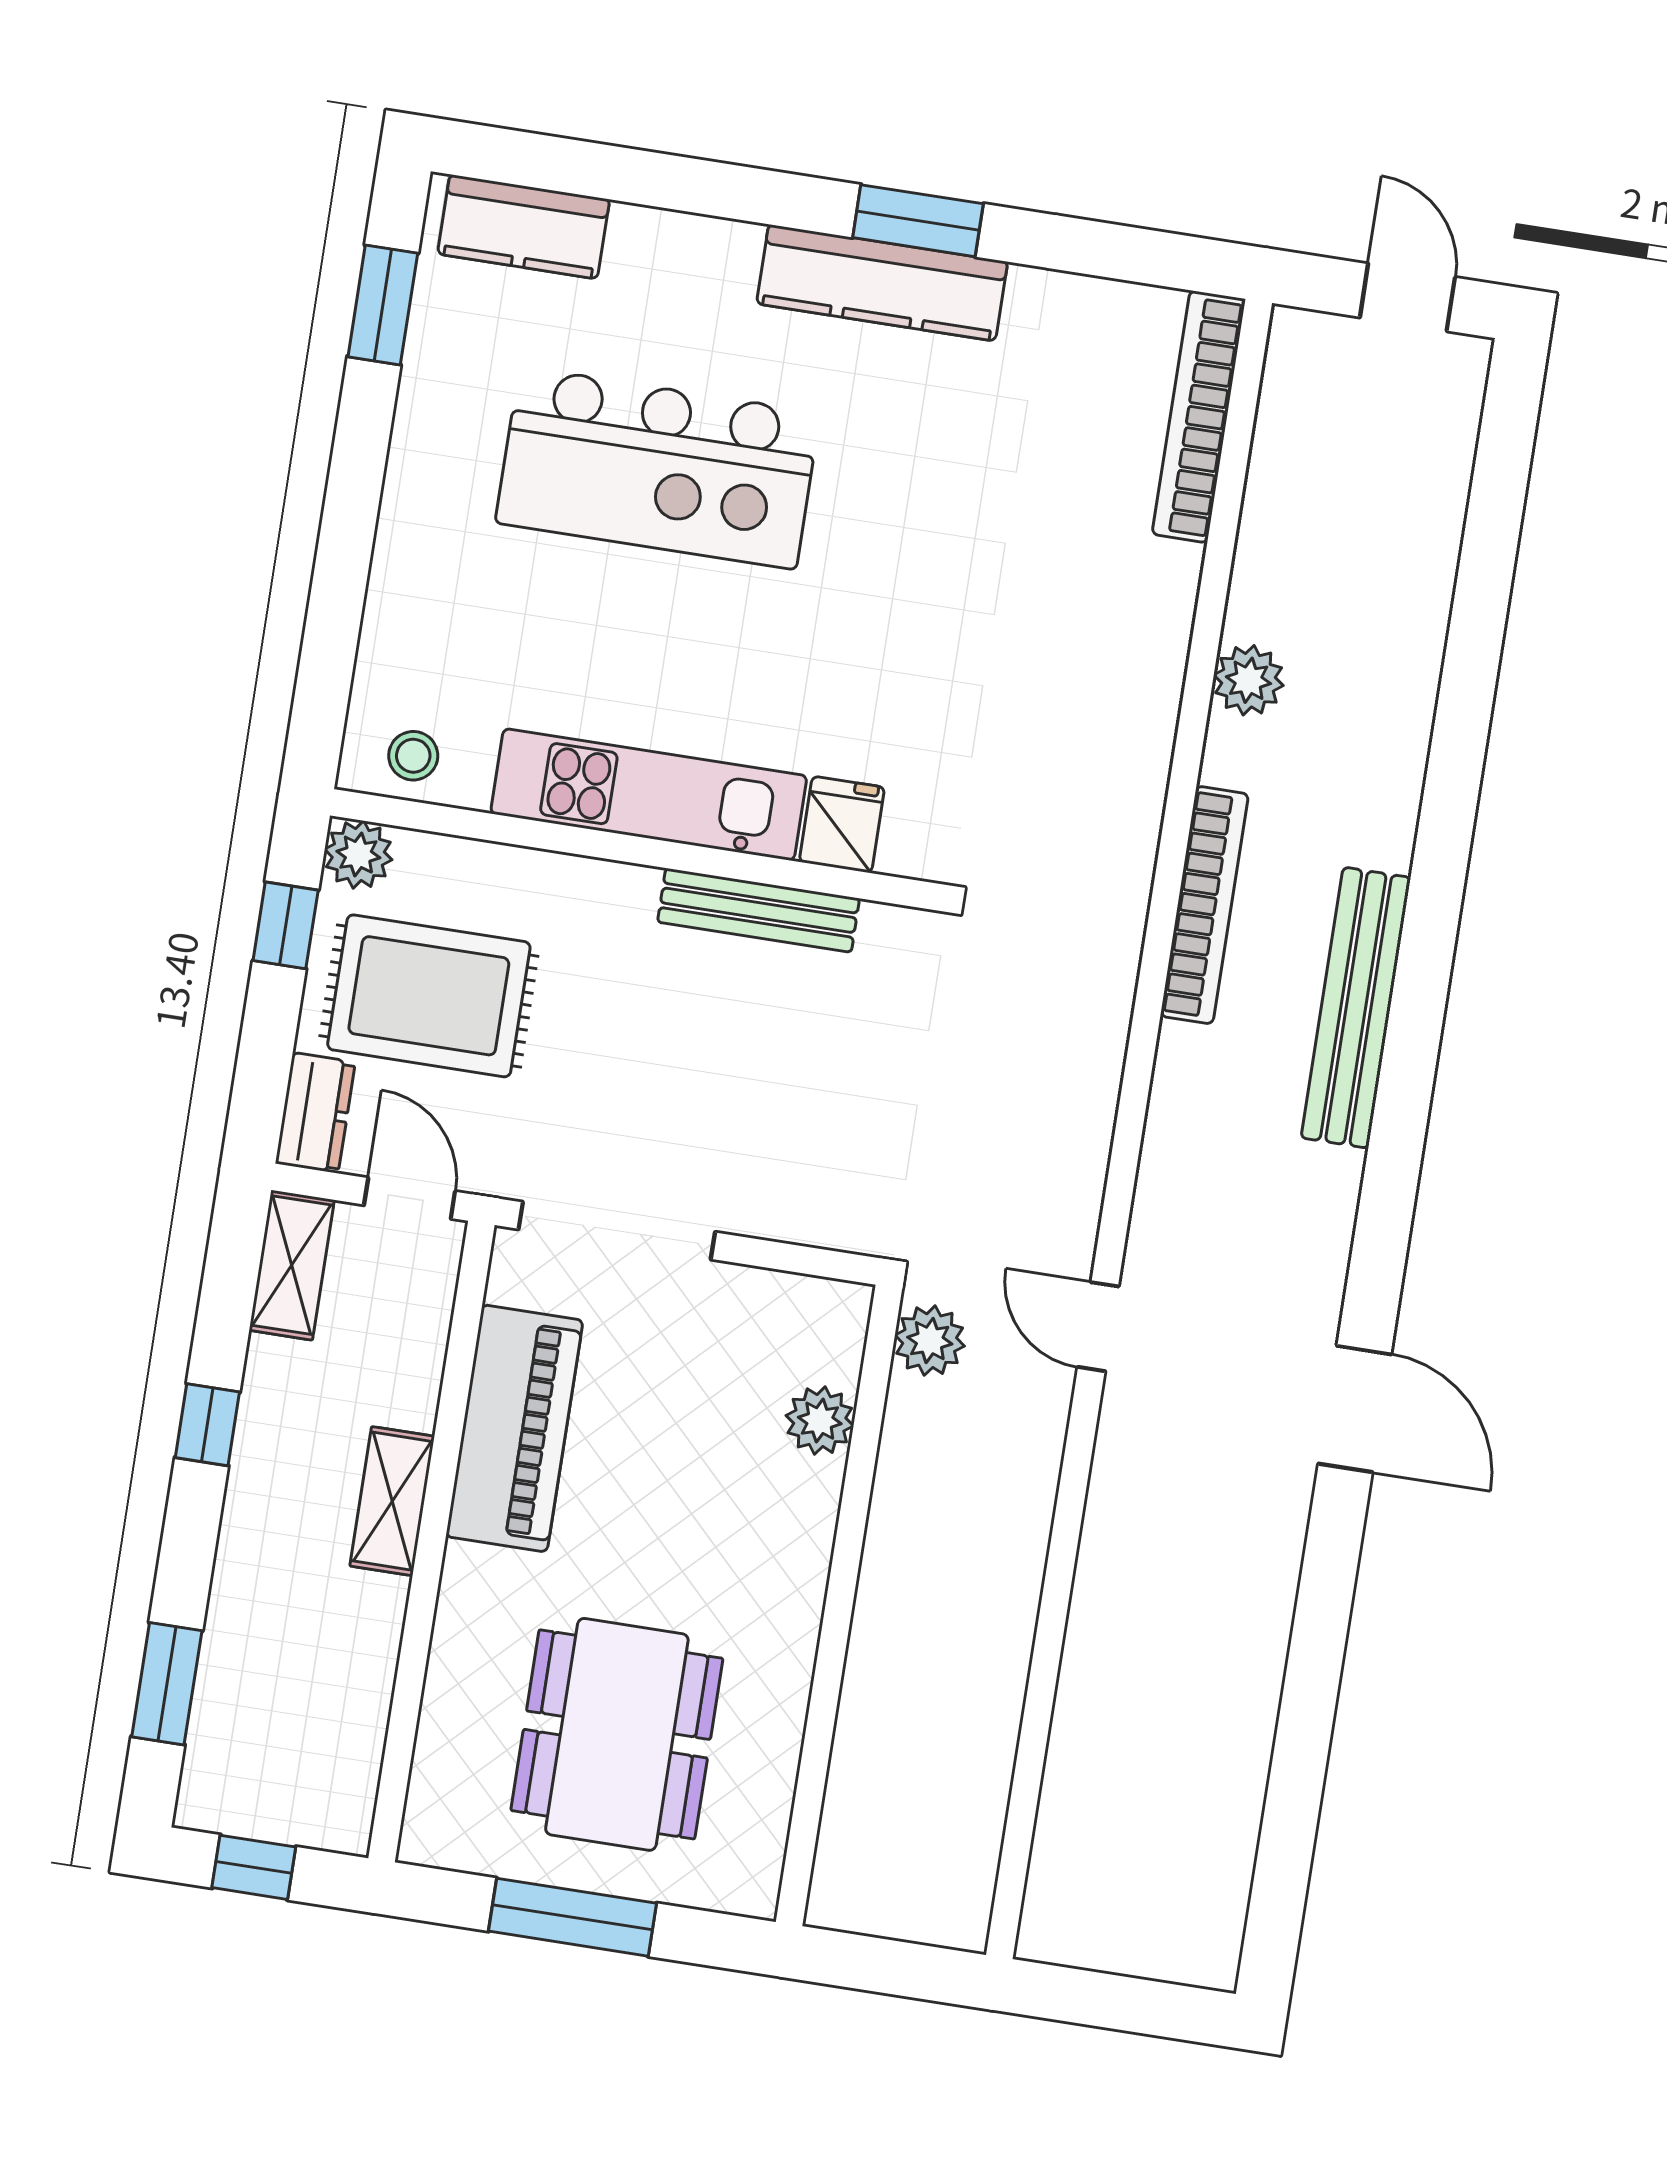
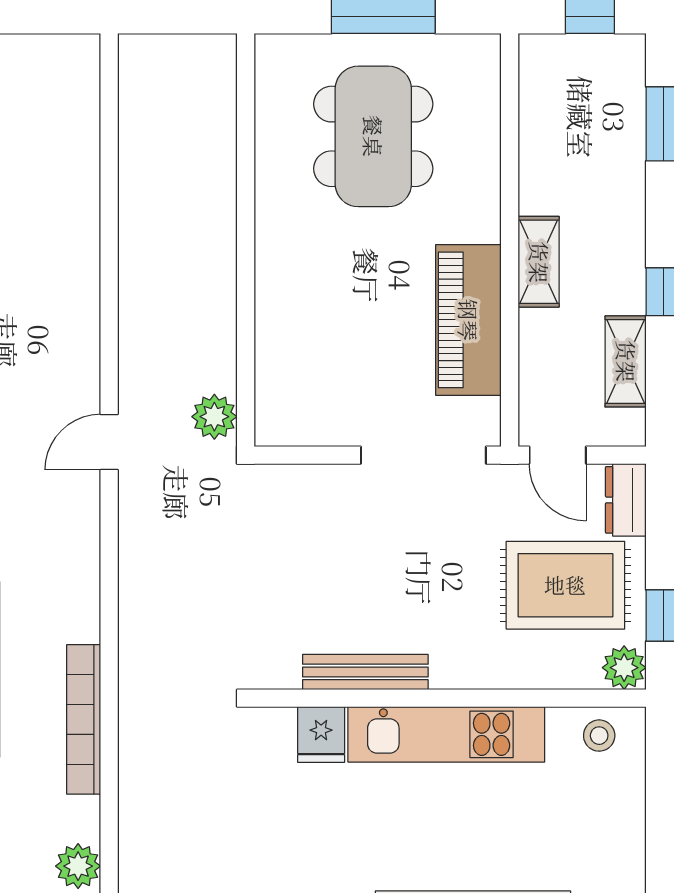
shelving: (292, 1265) -> (626, 361), moved
door: (1098, 1327) -> (109, 442), swing flipped
plant: (820, 1421) -> (276, 355), removed

